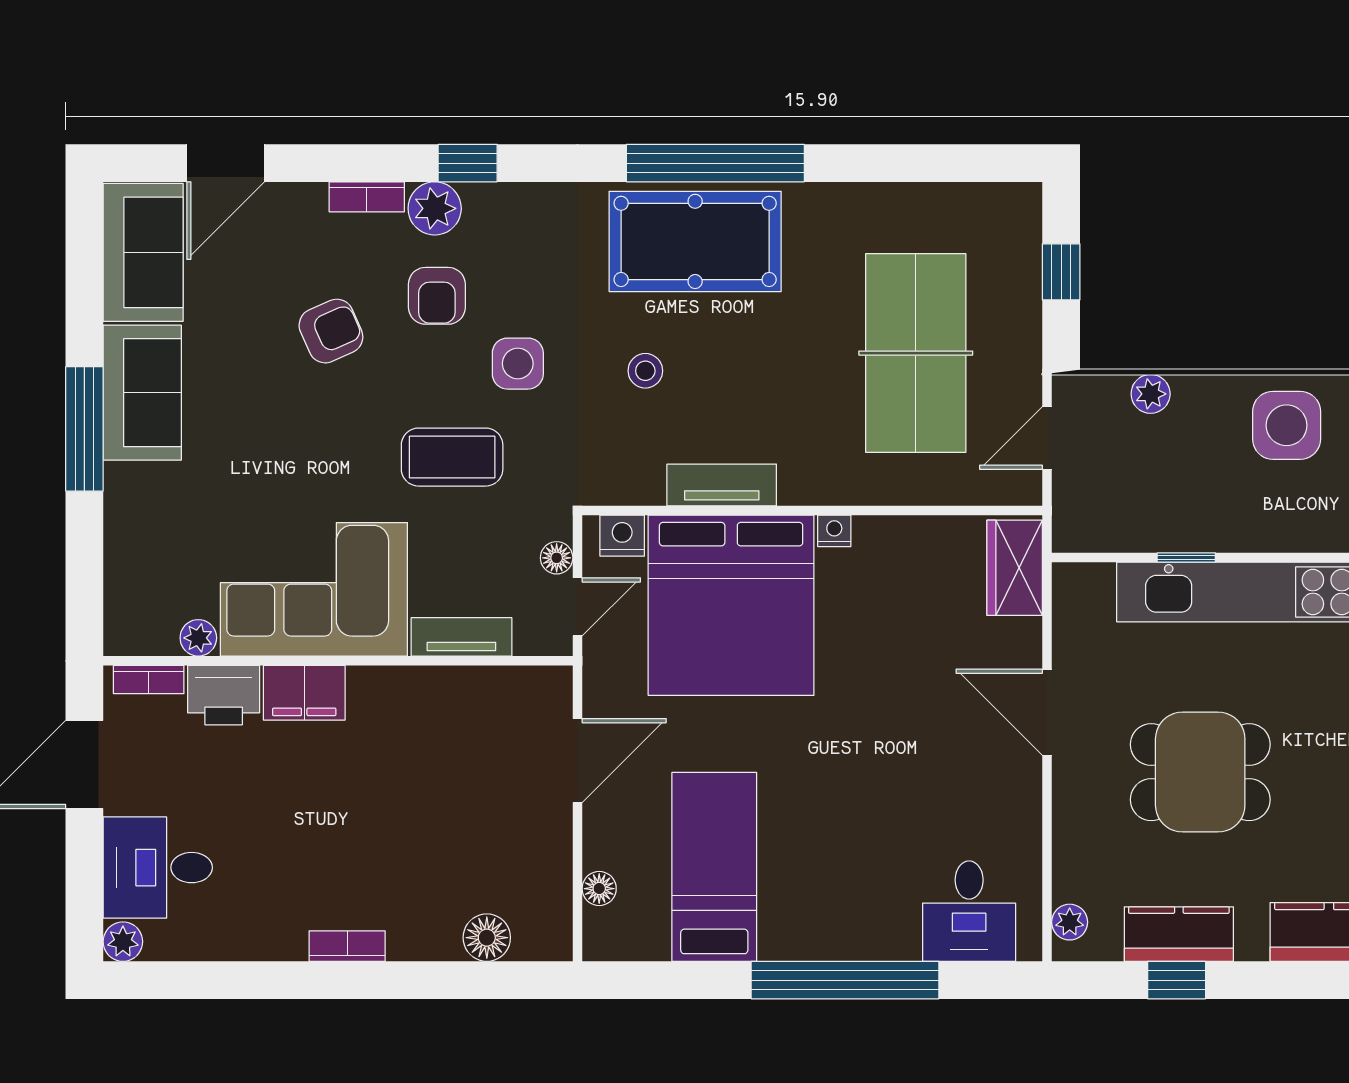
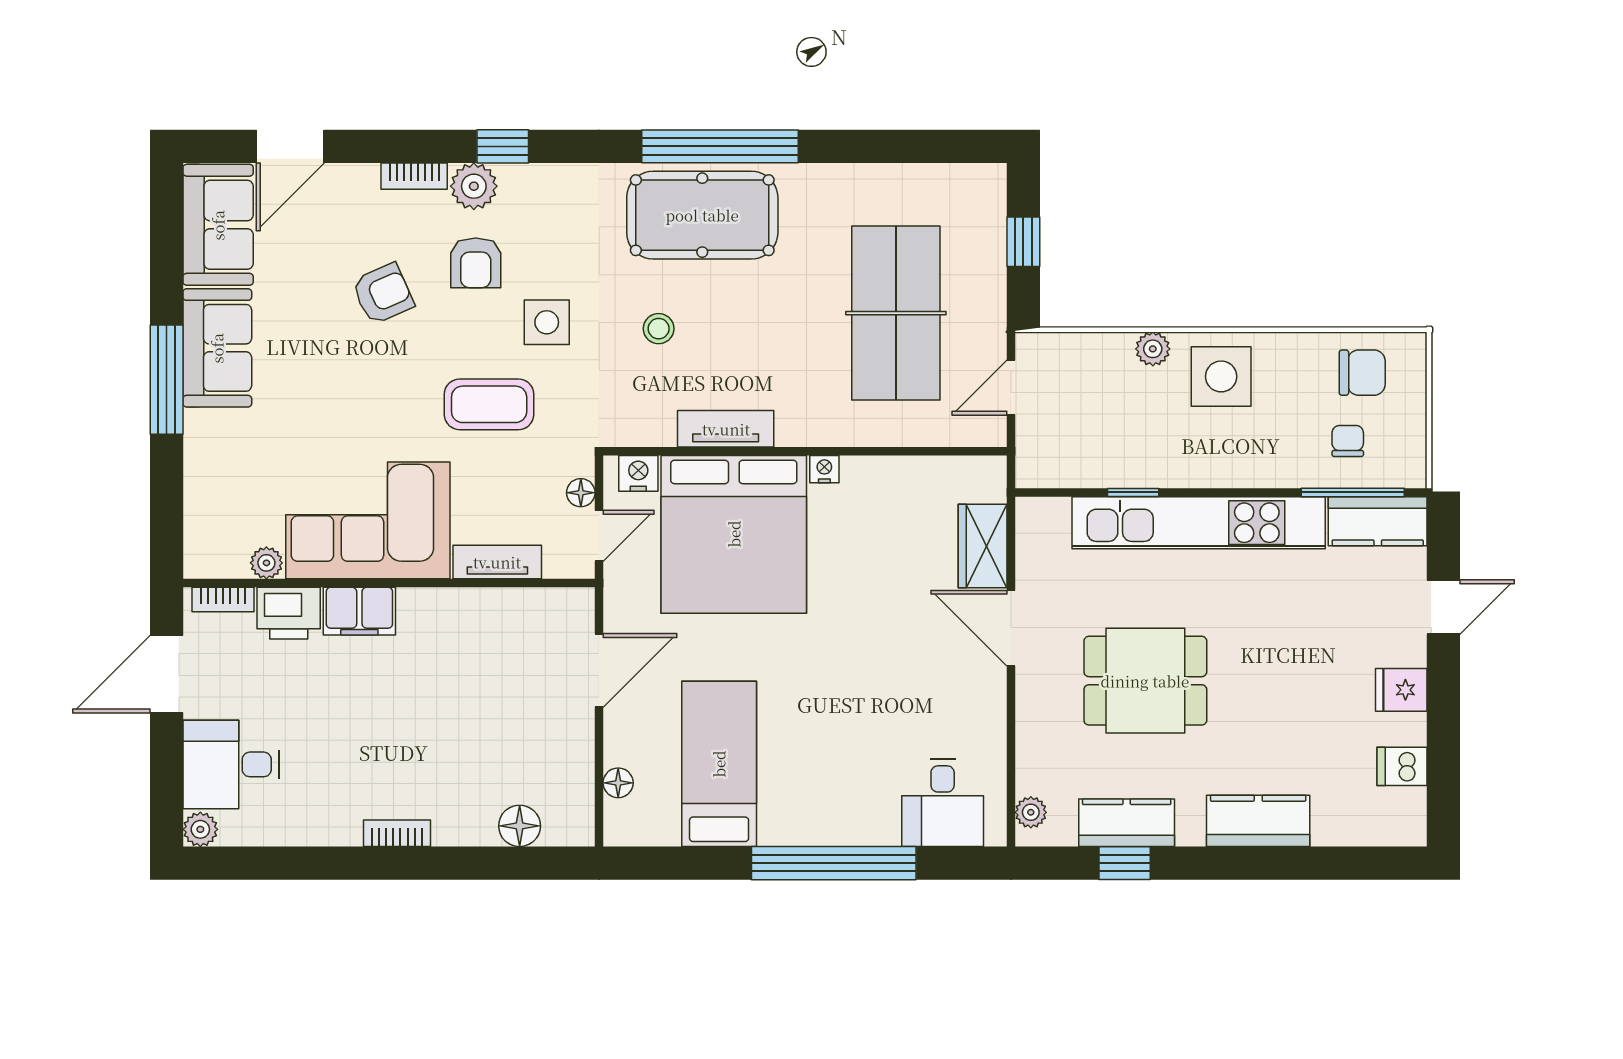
plant: (1151, 394) -> (1153, 349), moved
wardrobe: (1015, 568) -> (983, 546), moved

